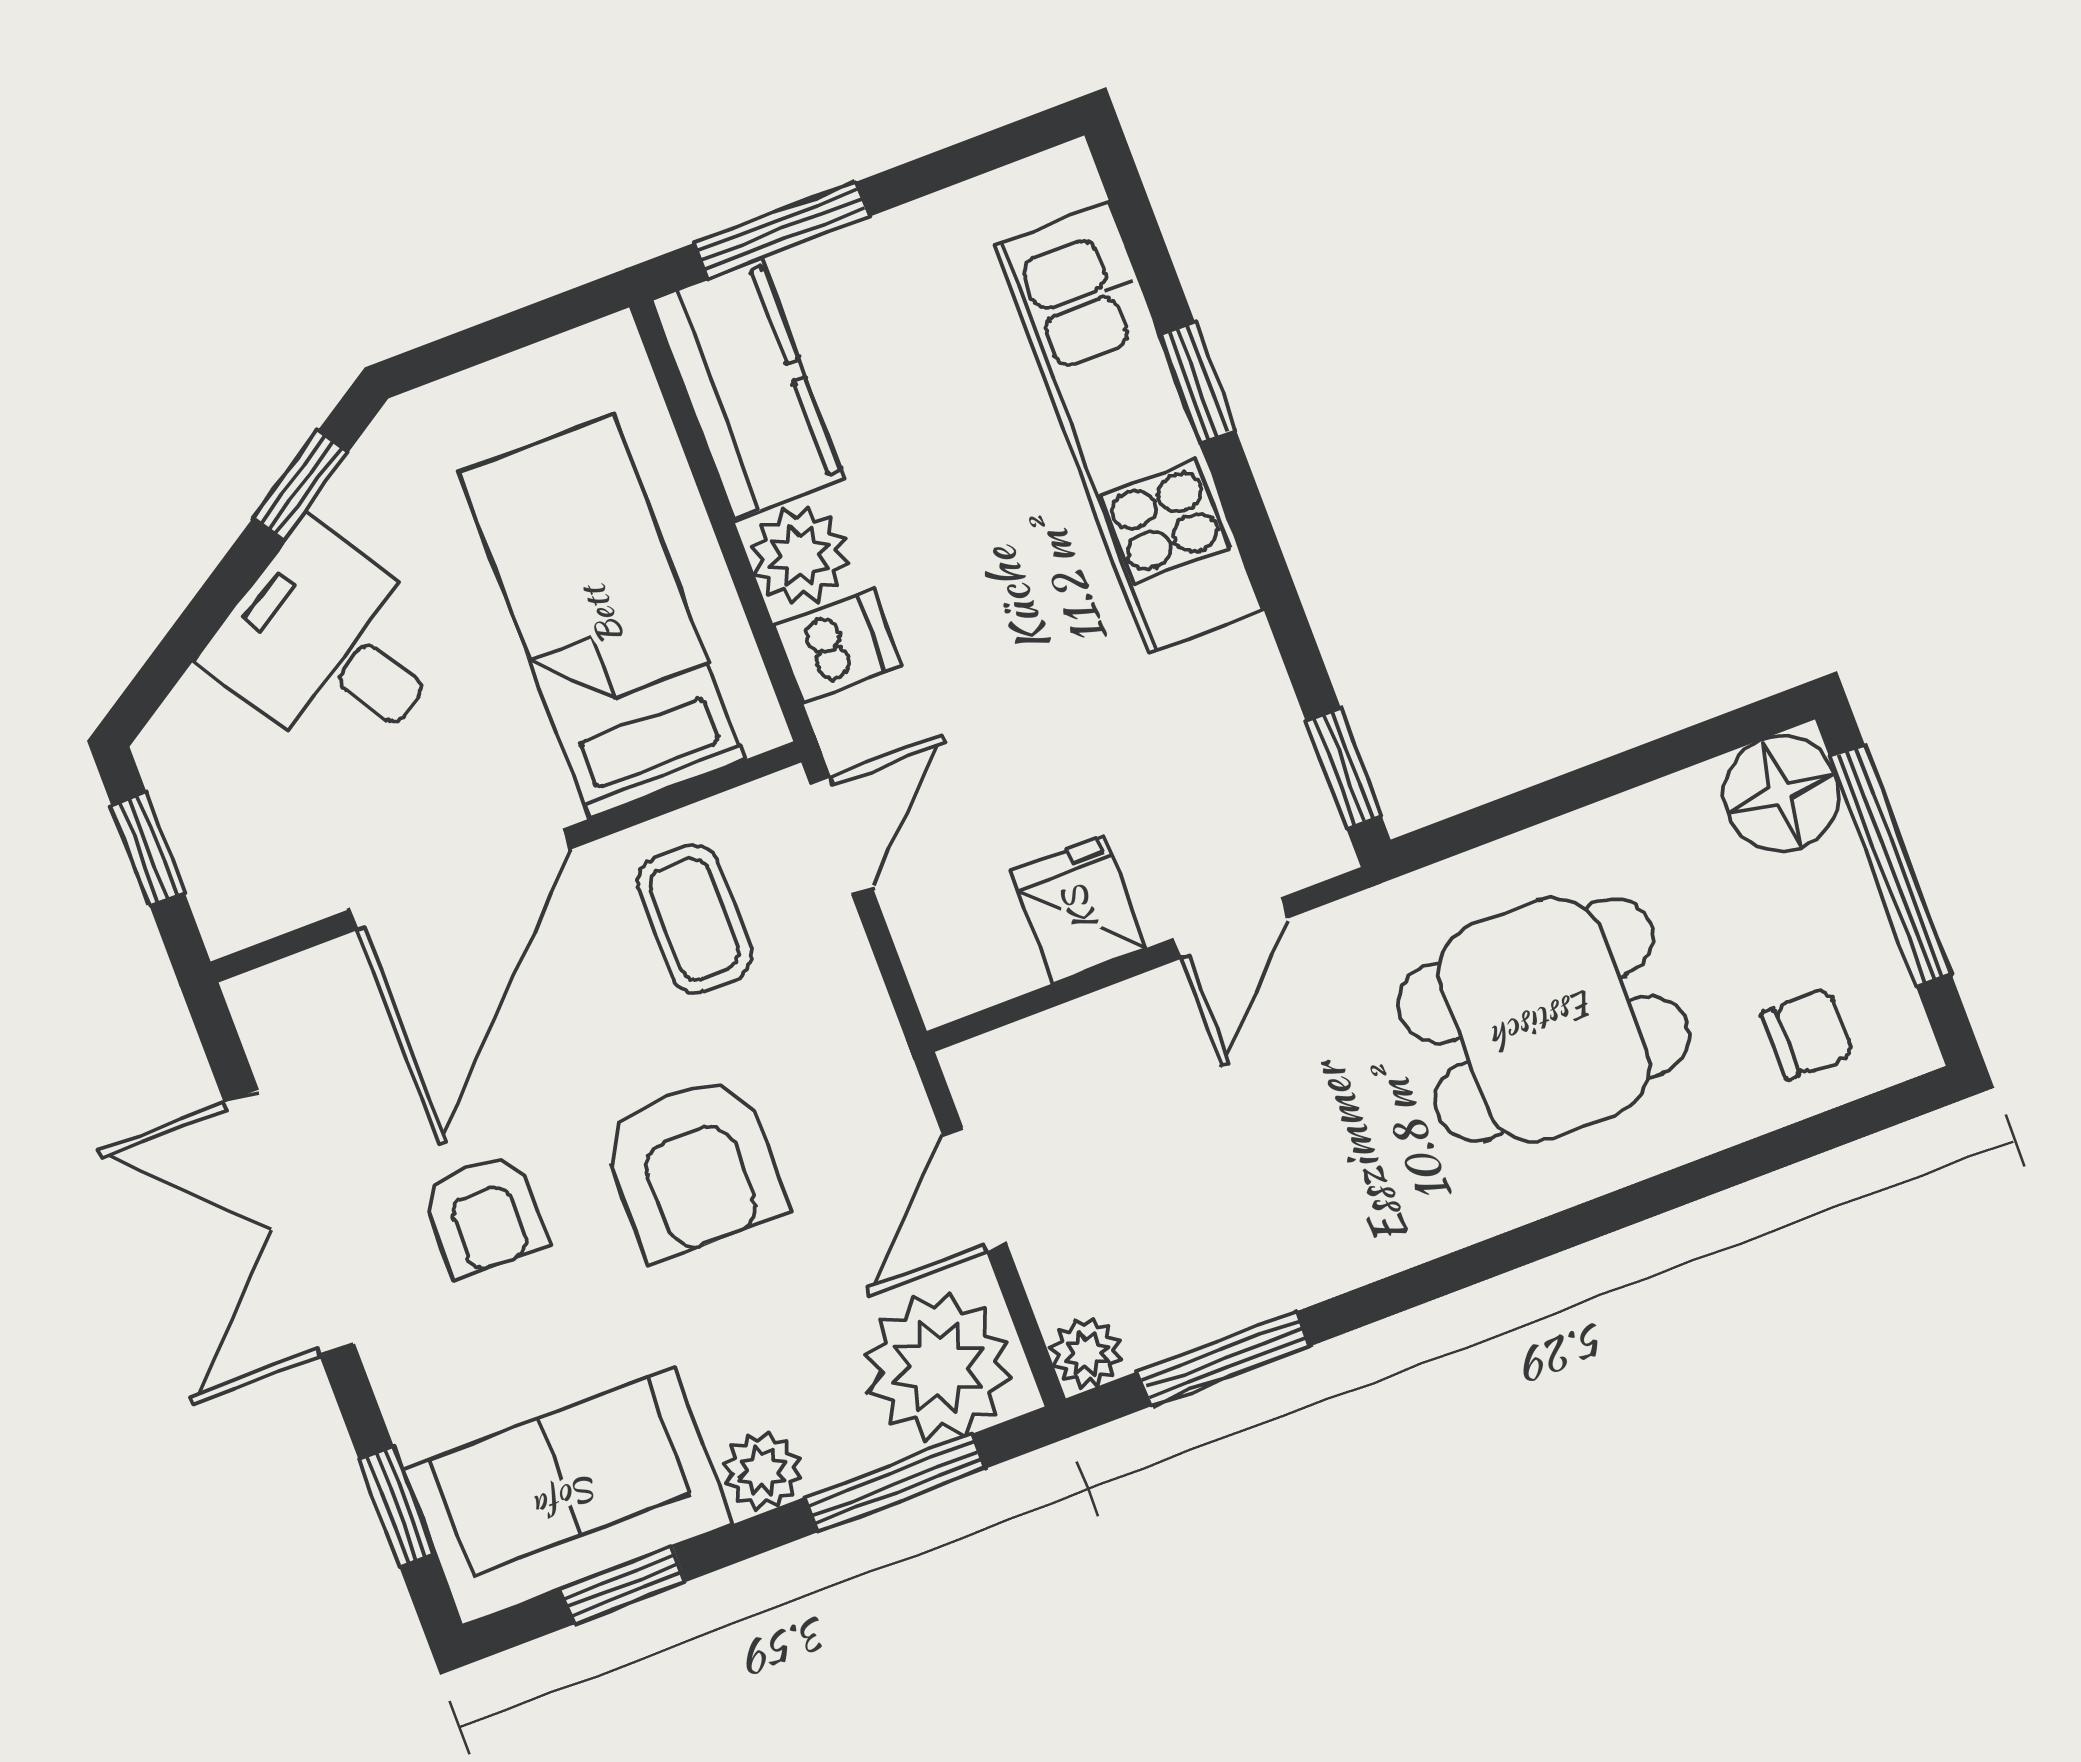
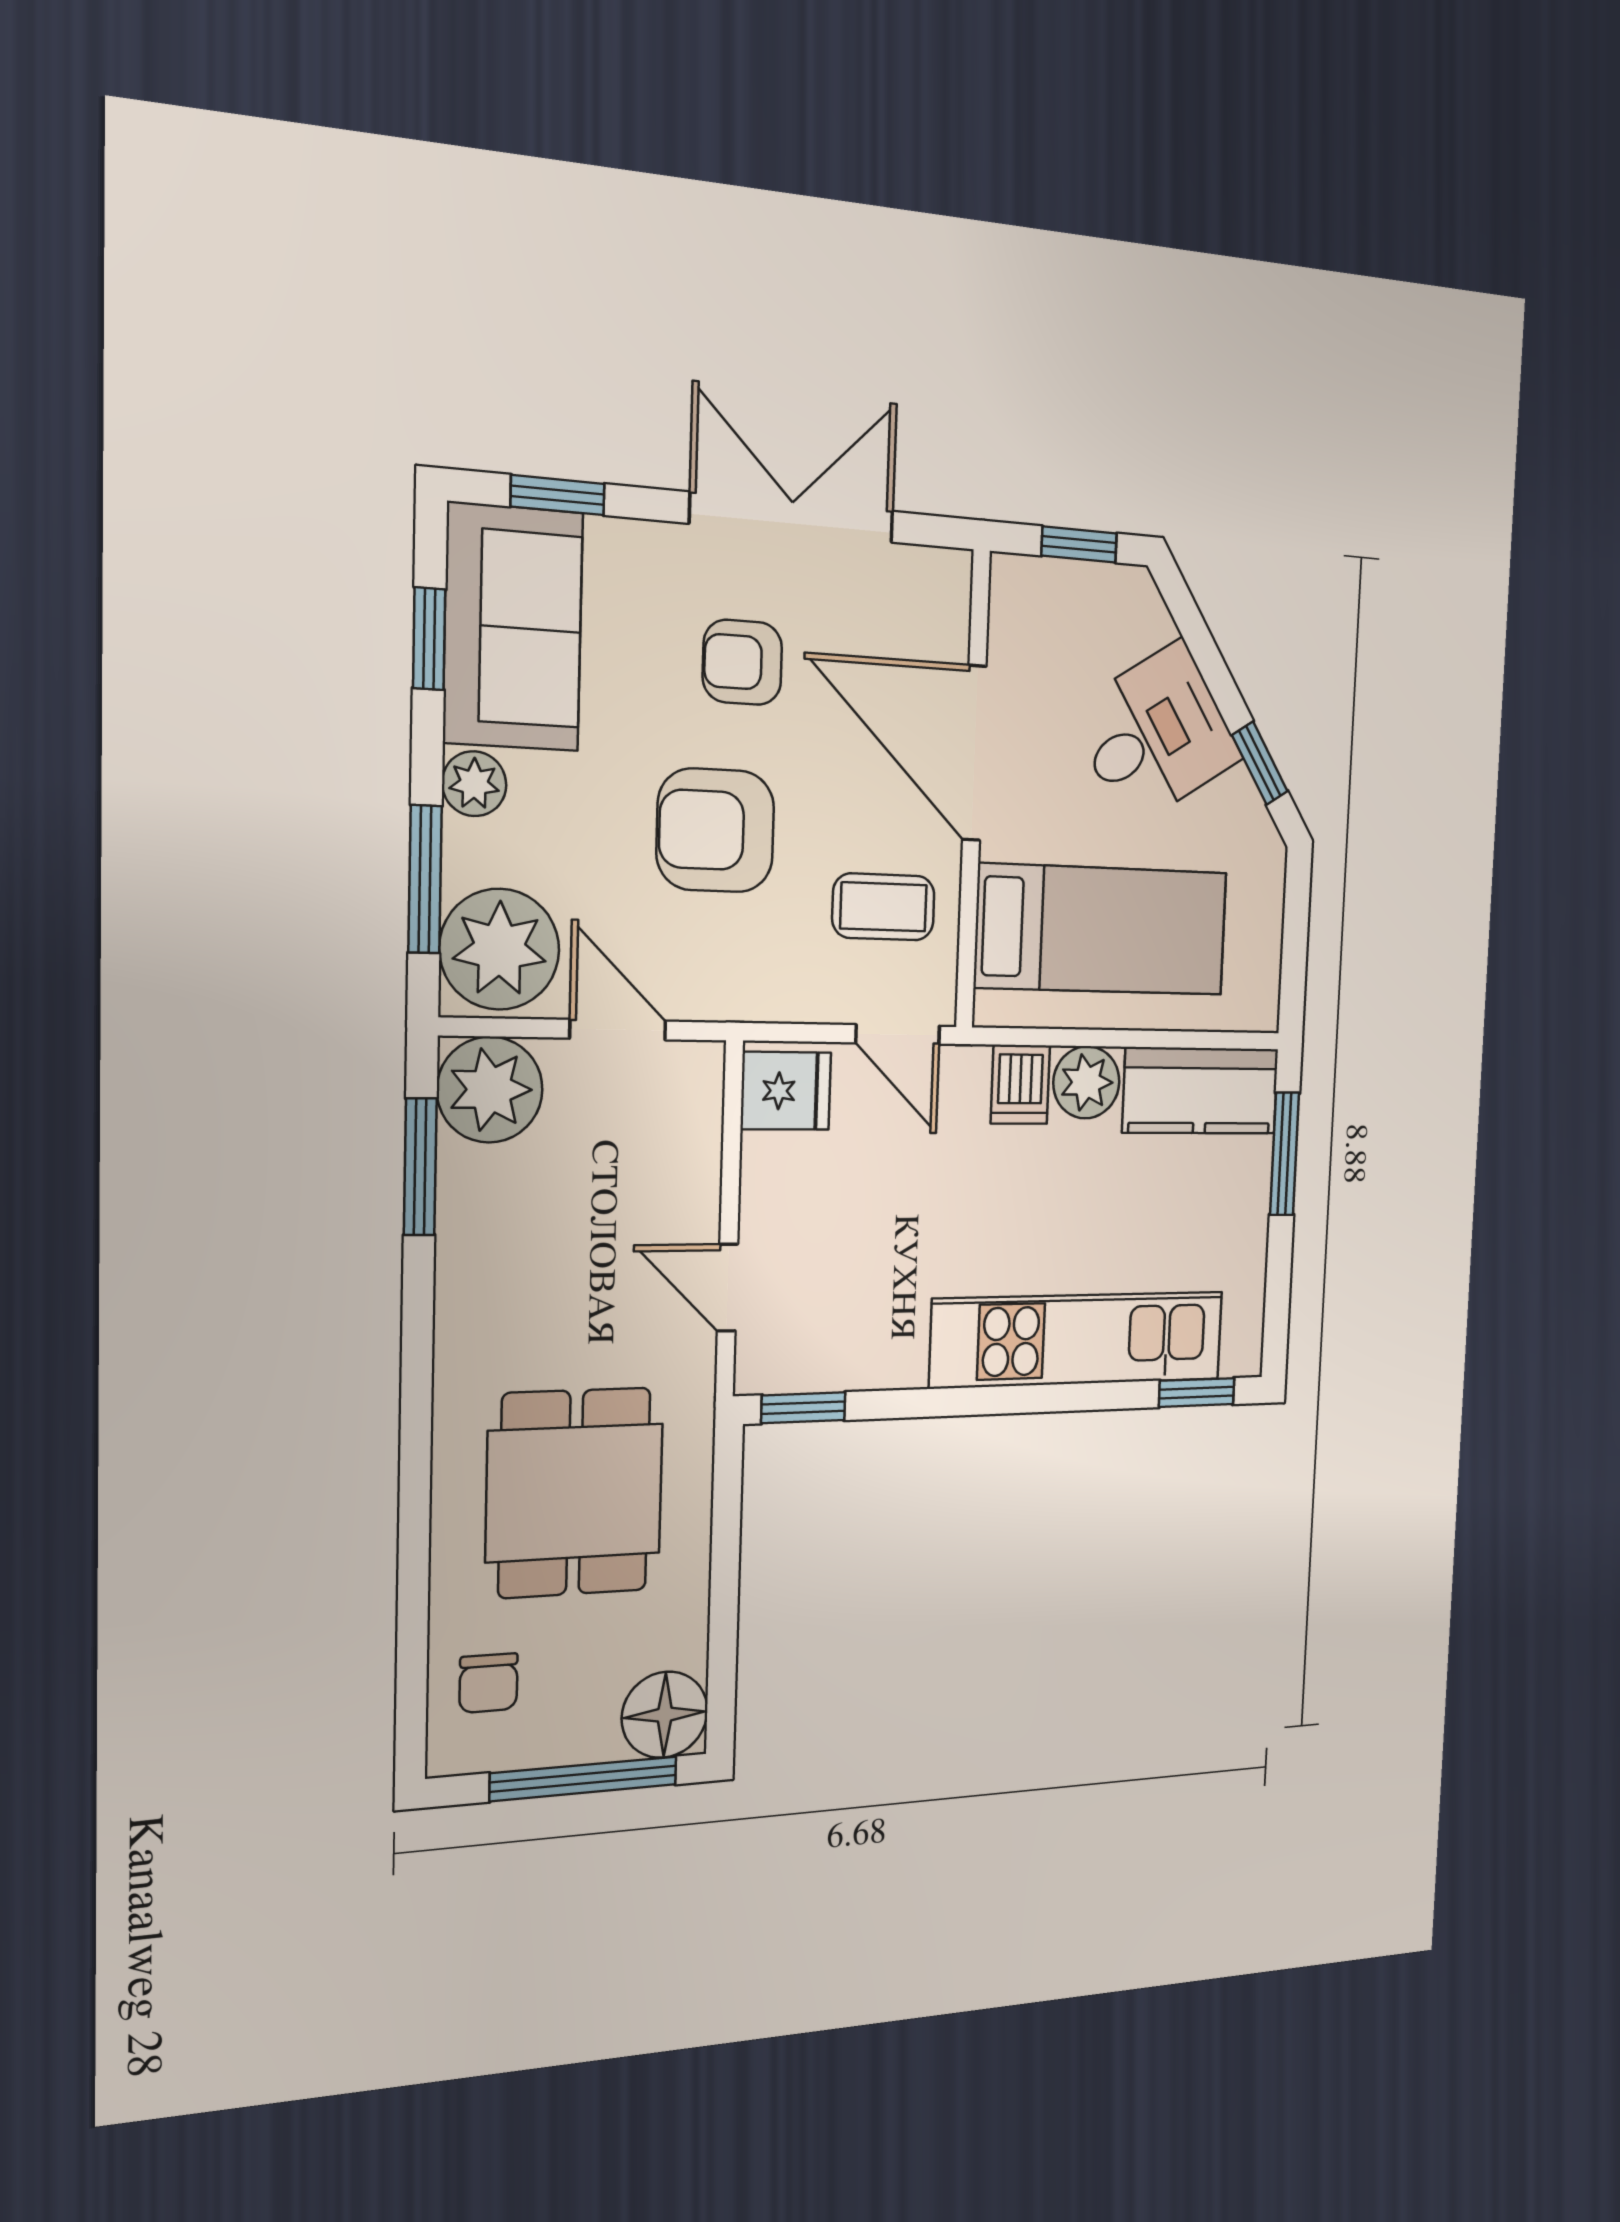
window: (1198, 382) -> (1197, 1393), moved
fridge: (1079, 909) -> (786, 1091), moved
plant: (1086, 1353) -> (490, 1090), width x1.88, depth x1.88

